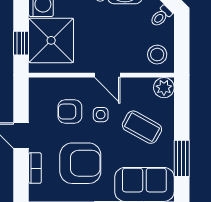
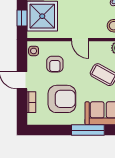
armchair: (70, 112) -> (55, 64), turned -90
side table: (101, 115) -> (34, 51), moved

